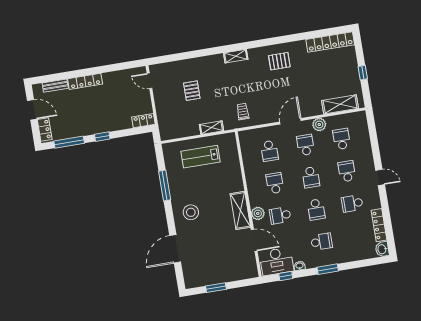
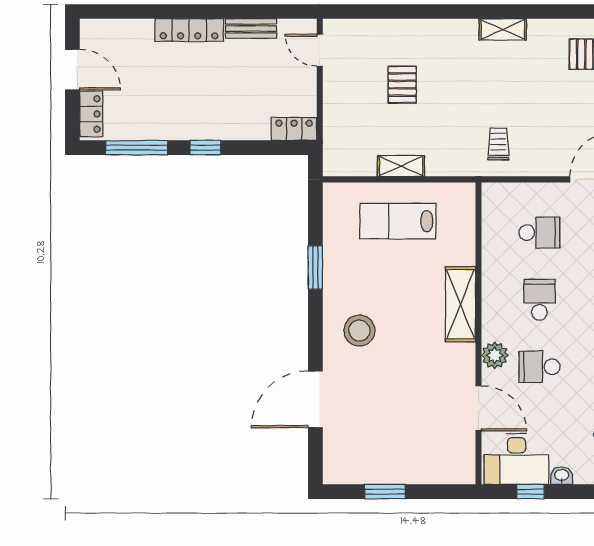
bench: (55, 86) -> (251, 29), moved
shelving: (211, 128) -> (401, 166), moved
school desk: (269, 151) -> (539, 233), turned -90
window: (165, 185) -> (315, 267), width x0.69
shelving: (240, 210) -> (460, 304), moved

